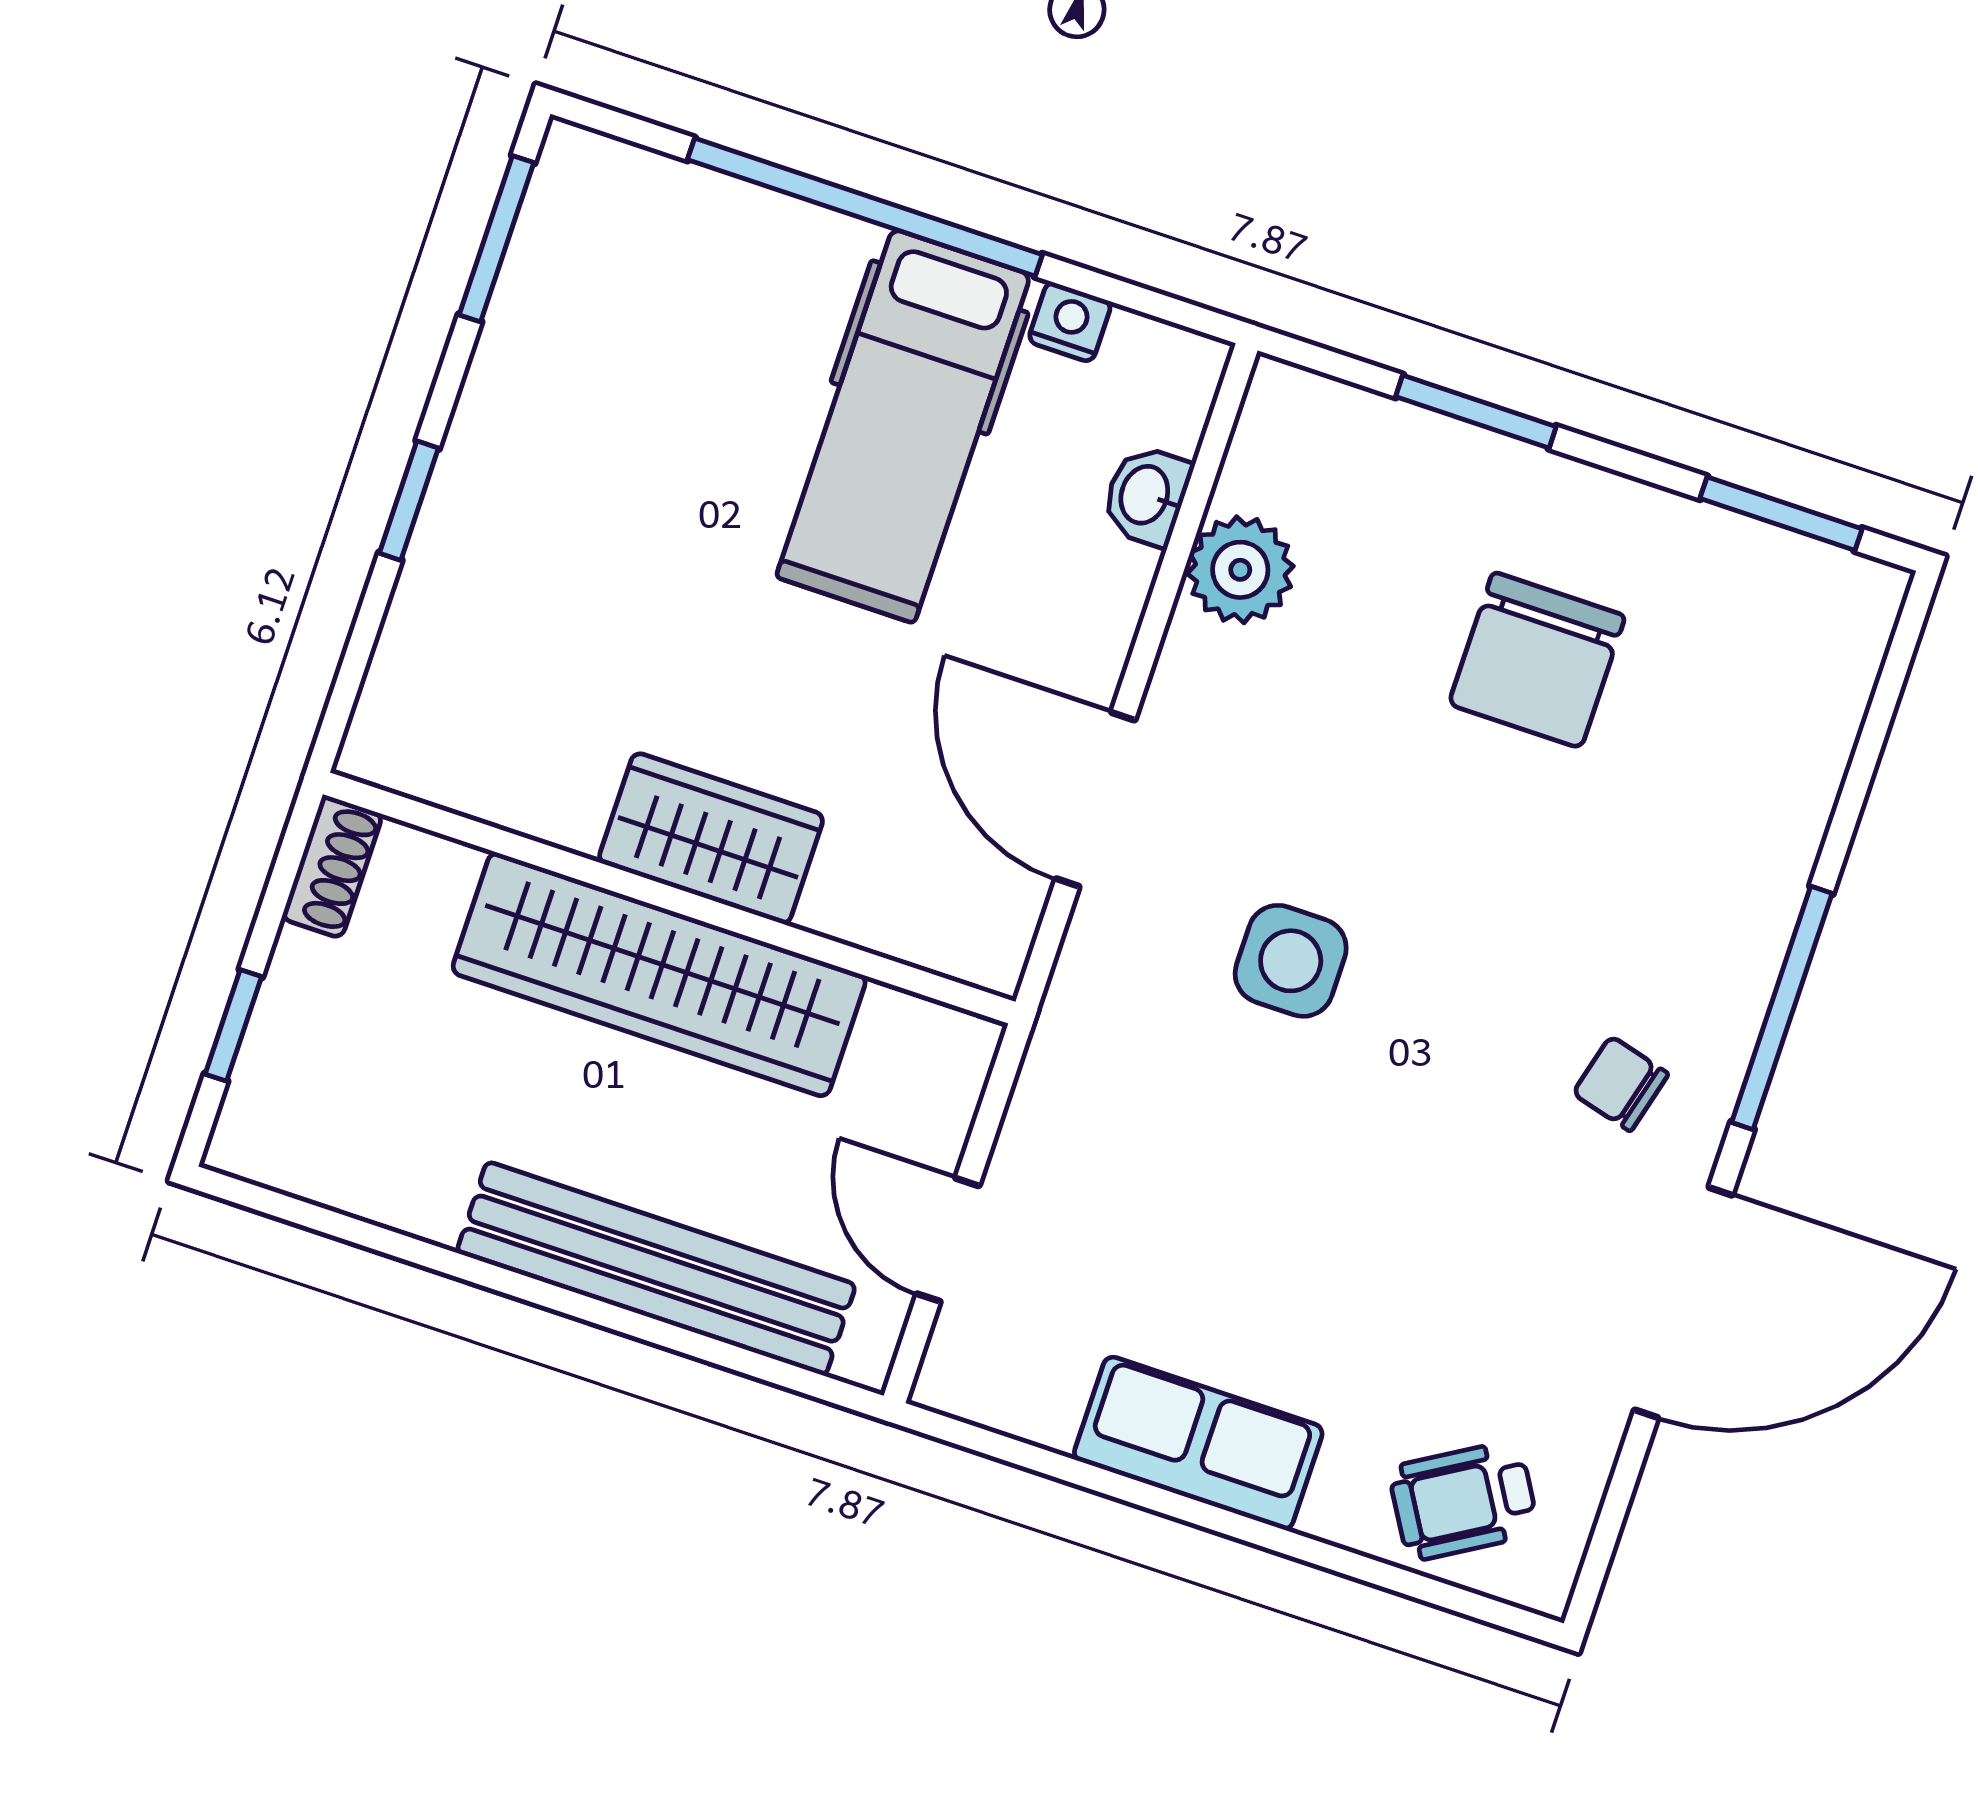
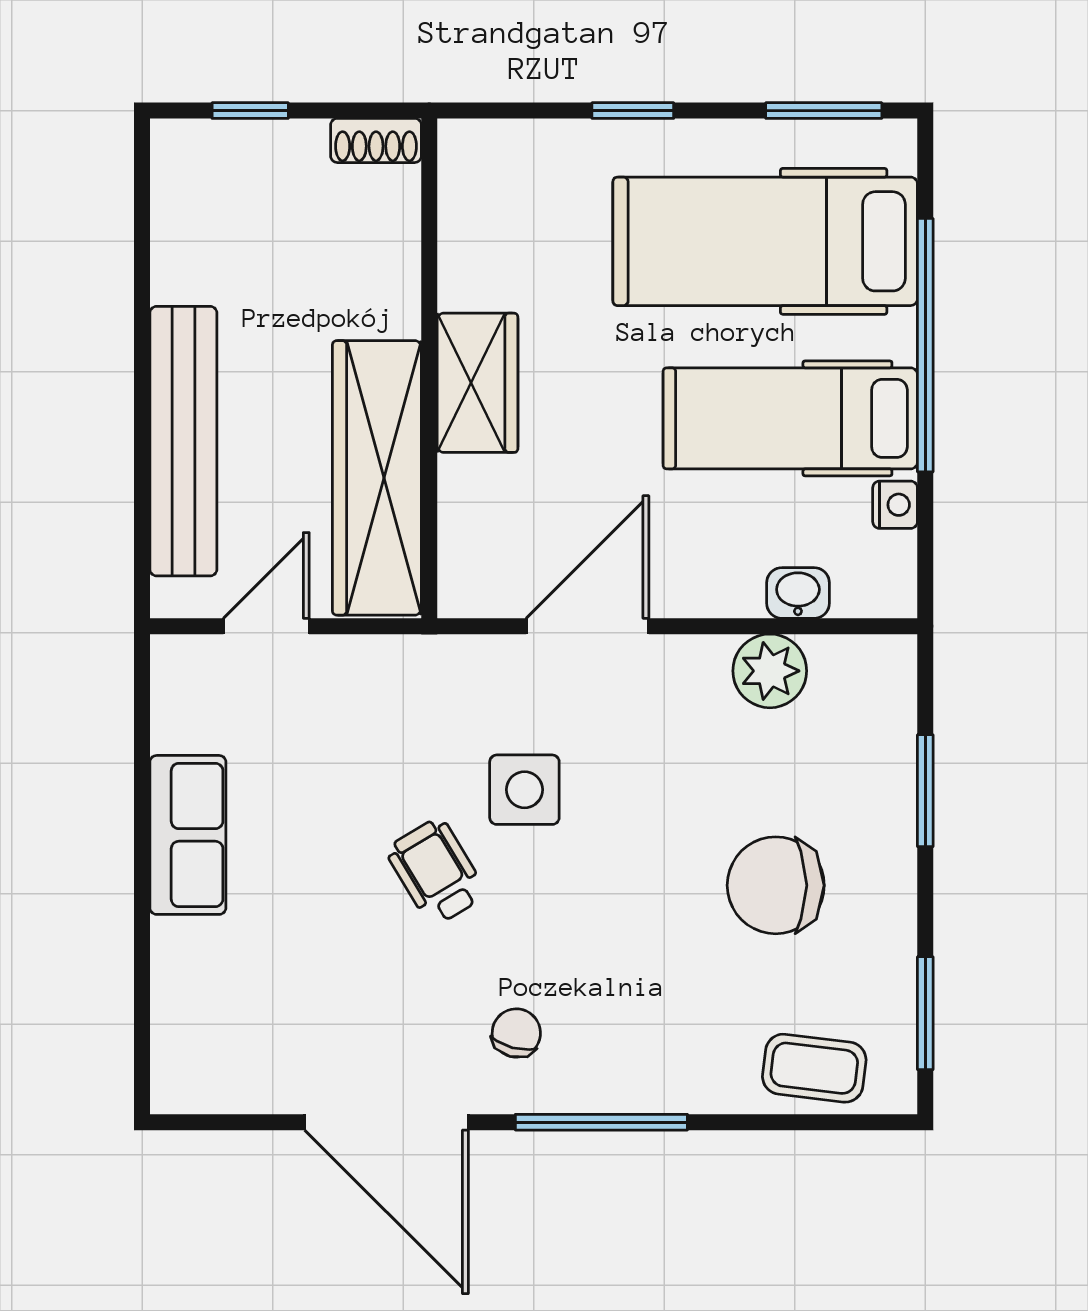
hospital bed: (649, 379) -> (765, 241), added
coffee table: (1806, 691) -> (814, 1068), added
wardrobe: (659, 974) -> (377, 478), moved
wheelchair: (1464, 1501) -> (436, 872), moved

